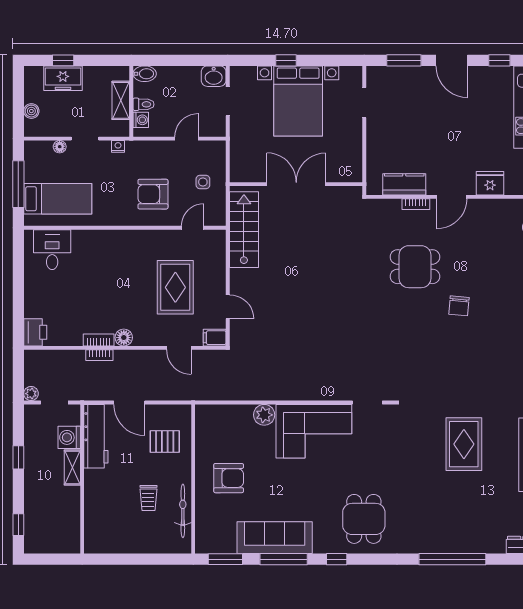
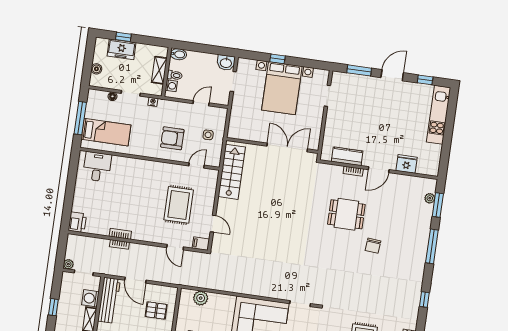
door: (452, 60) -> (392, 75), swing flipped
double door: (296, 184) -> (287, 148), moved
floor lamp: (124, 338) -> (138, 235), removed
plant: (264, 415) -> (201, 298), moved

